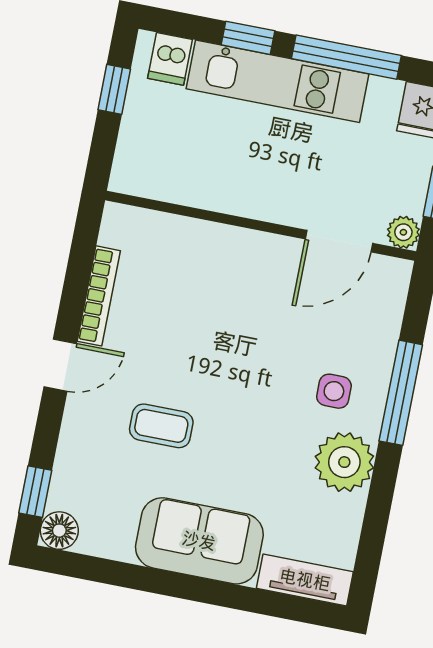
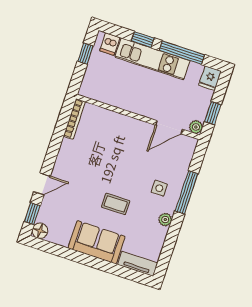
bookcase: (99, 296) -> (74, 119), moved
door: (60, 365) -> (42, 184), moved
coffee table: (161, 426) -> (116, 204), moved
plant: (344, 462) -> (165, 220), width x0.53, depth x0.53

